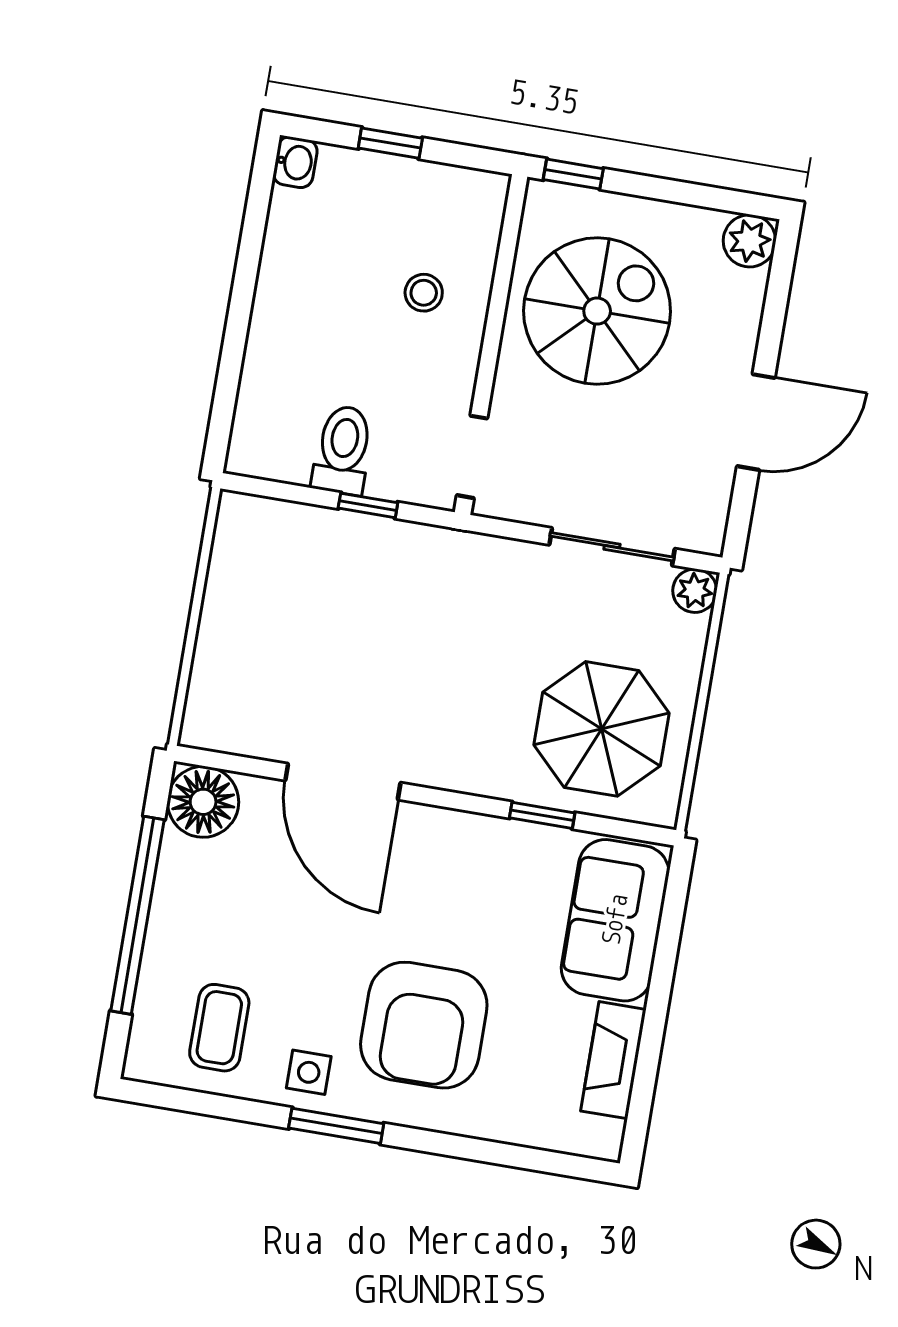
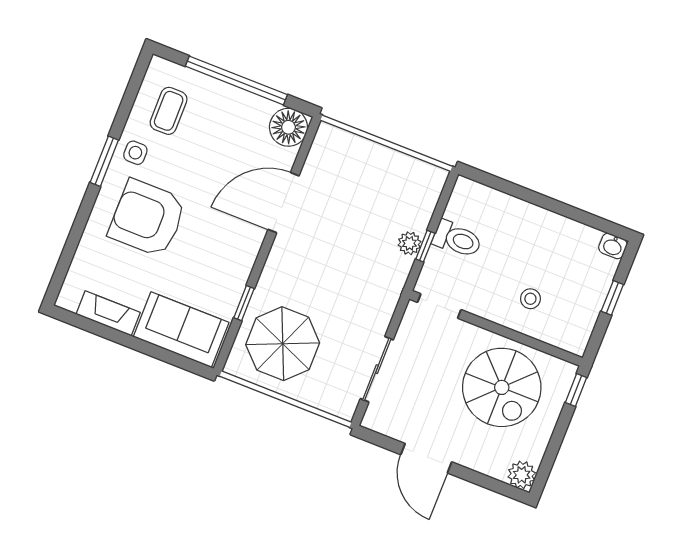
plant: (695, 591) -> (409, 243), moved
coffee table: (219, 1028) -> (169, 111), turned 90

